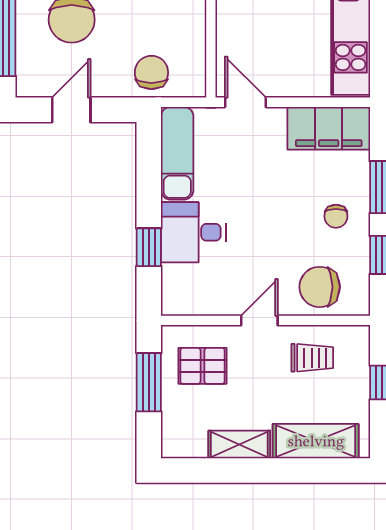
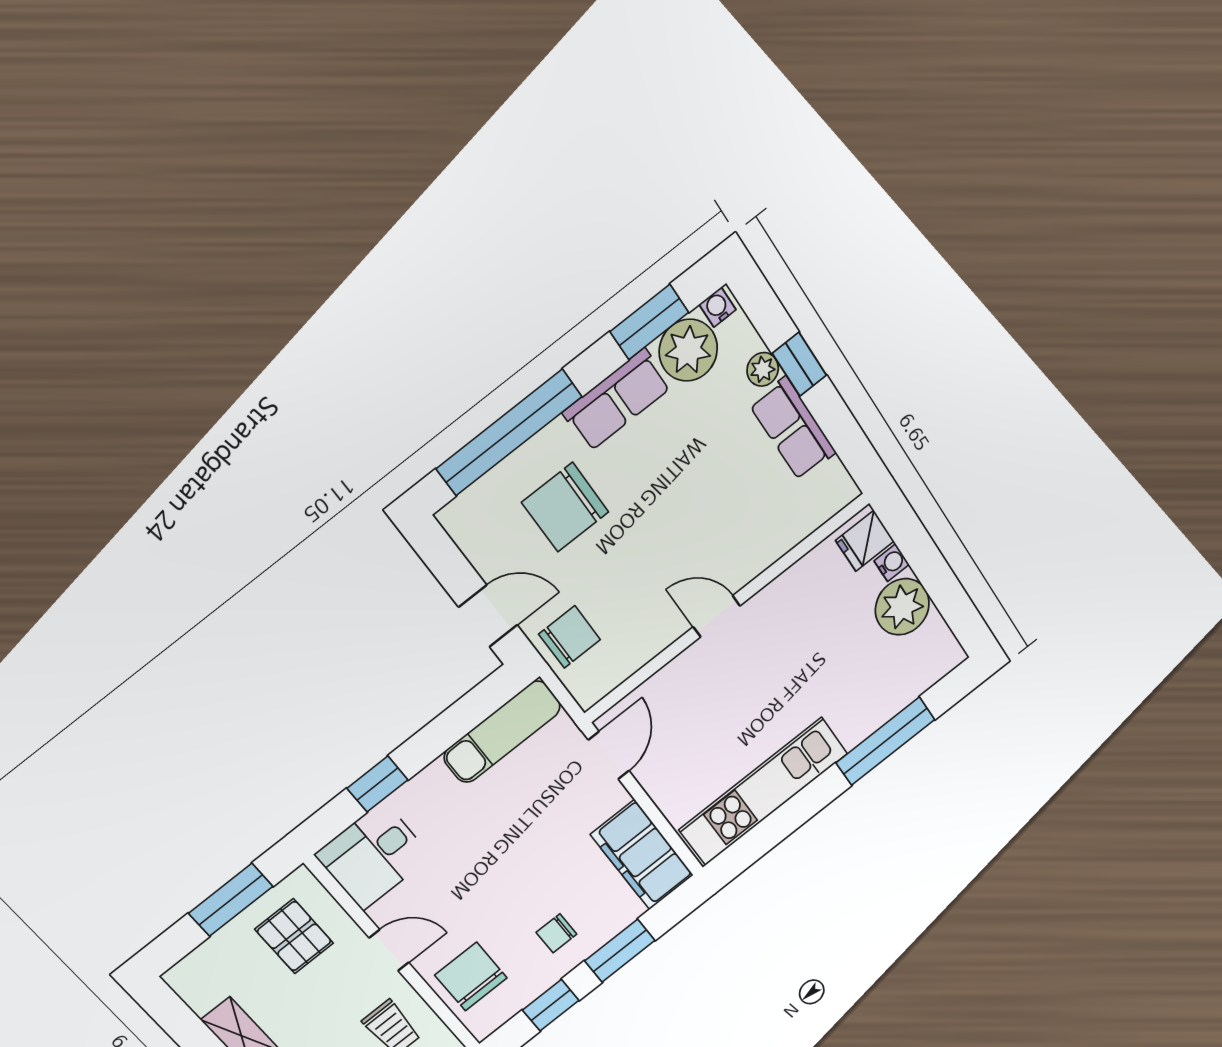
door: (71, 110) -> (488, 616), moved
desk: (193, 232) -> (373, 856), moved, turned -90

